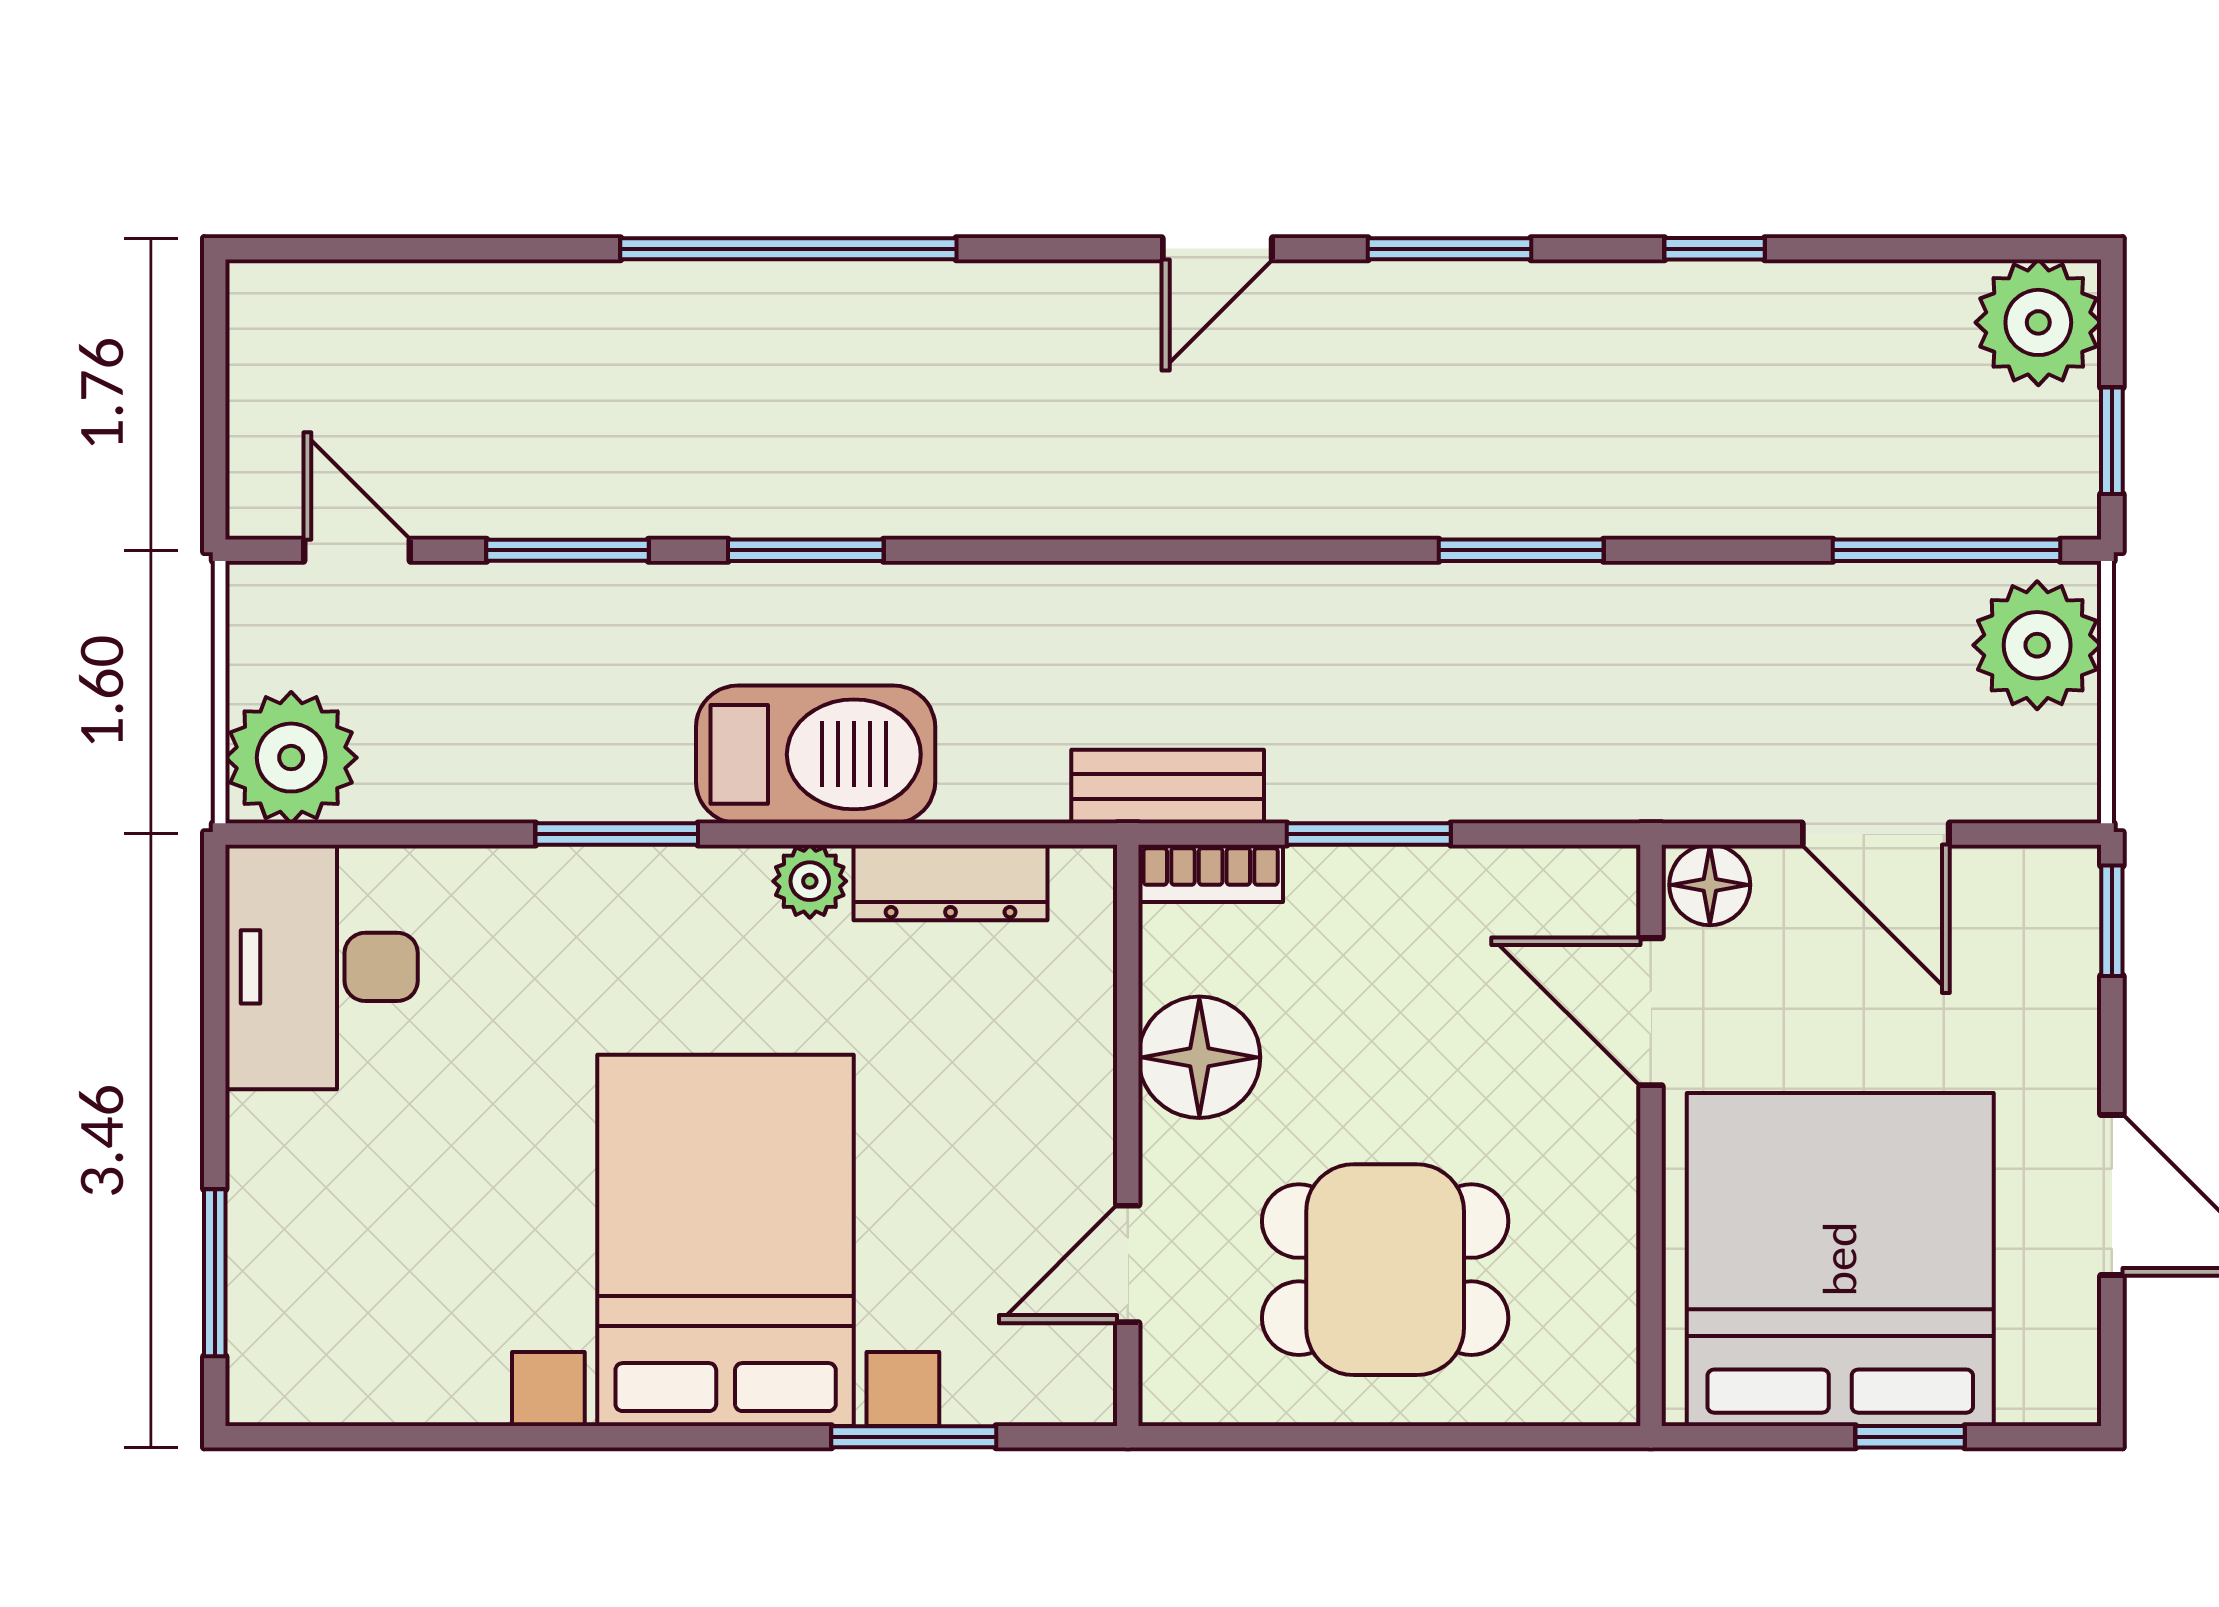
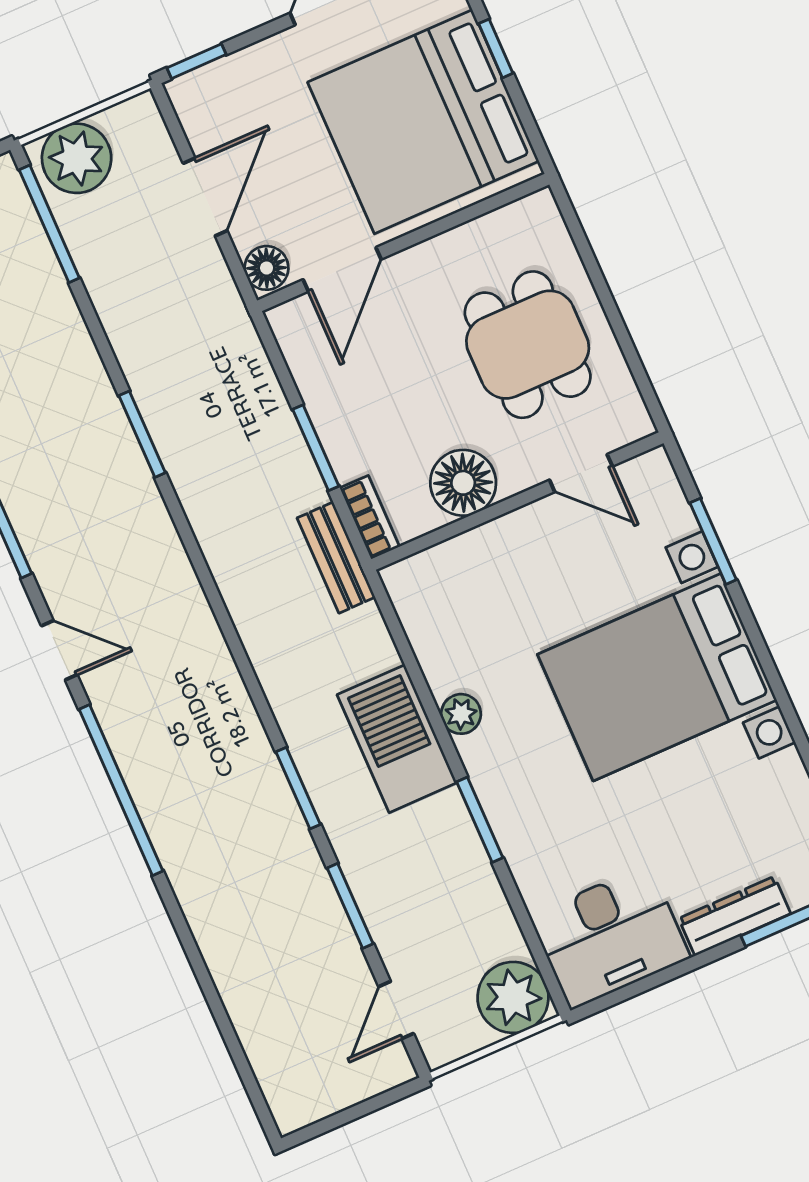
window: (788, 249) -> (121, 790), moved
dresser: (950, 883) -> (735, 916), moved, turned -90

